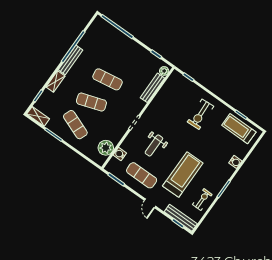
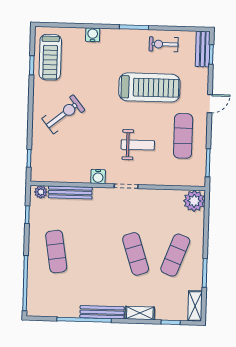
exercise mat: (108, 79) -> (56, 252), moved
exercise bike: (201, 114) -> (63, 114), turned -36
plant: (106, 148) -> (194, 201), moved
water cooler: (120, 154) -> (98, 176), moved
treadmill: (183, 174) -> (149, 87), turned 180
bench: (181, 218) -> (203, 49), width x0.73

